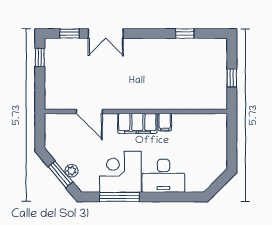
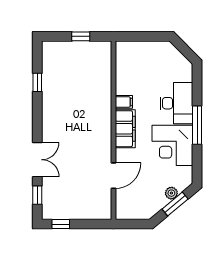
window: (119, 197) -> (197, 125), moved

